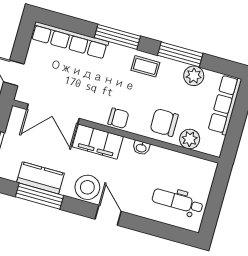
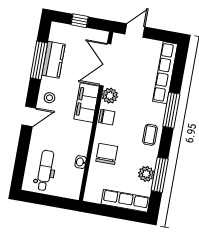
window: (180, 54) -> (160, 175), moved
chair: (118, 118) -> (107, 117), turned -90
plant: (190, 139) -> (110, 96), moved
washbasin: (141, 148) -> (81, 162), moved
stool: (87, 187) -> (49, 98), width x0.53, depth x0.53

